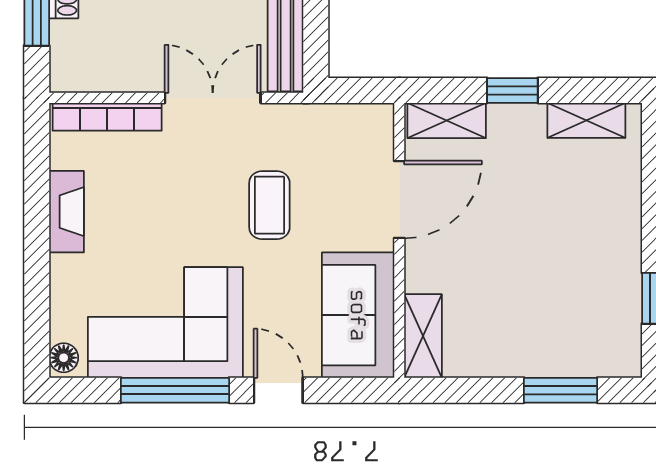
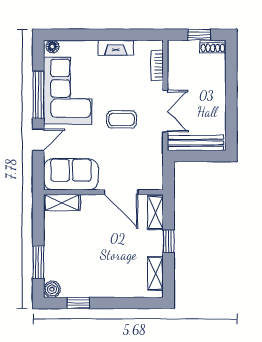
bookcase: (107, 117) -> (157, 65), width x0.64
coffee table: (269, 205) -> (122, 120), moved
boiler: (623, 359) -> (52, 289), added

